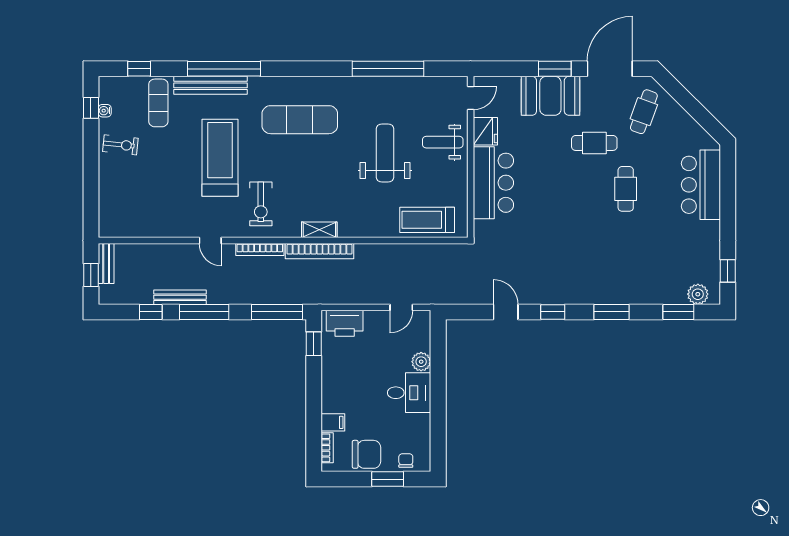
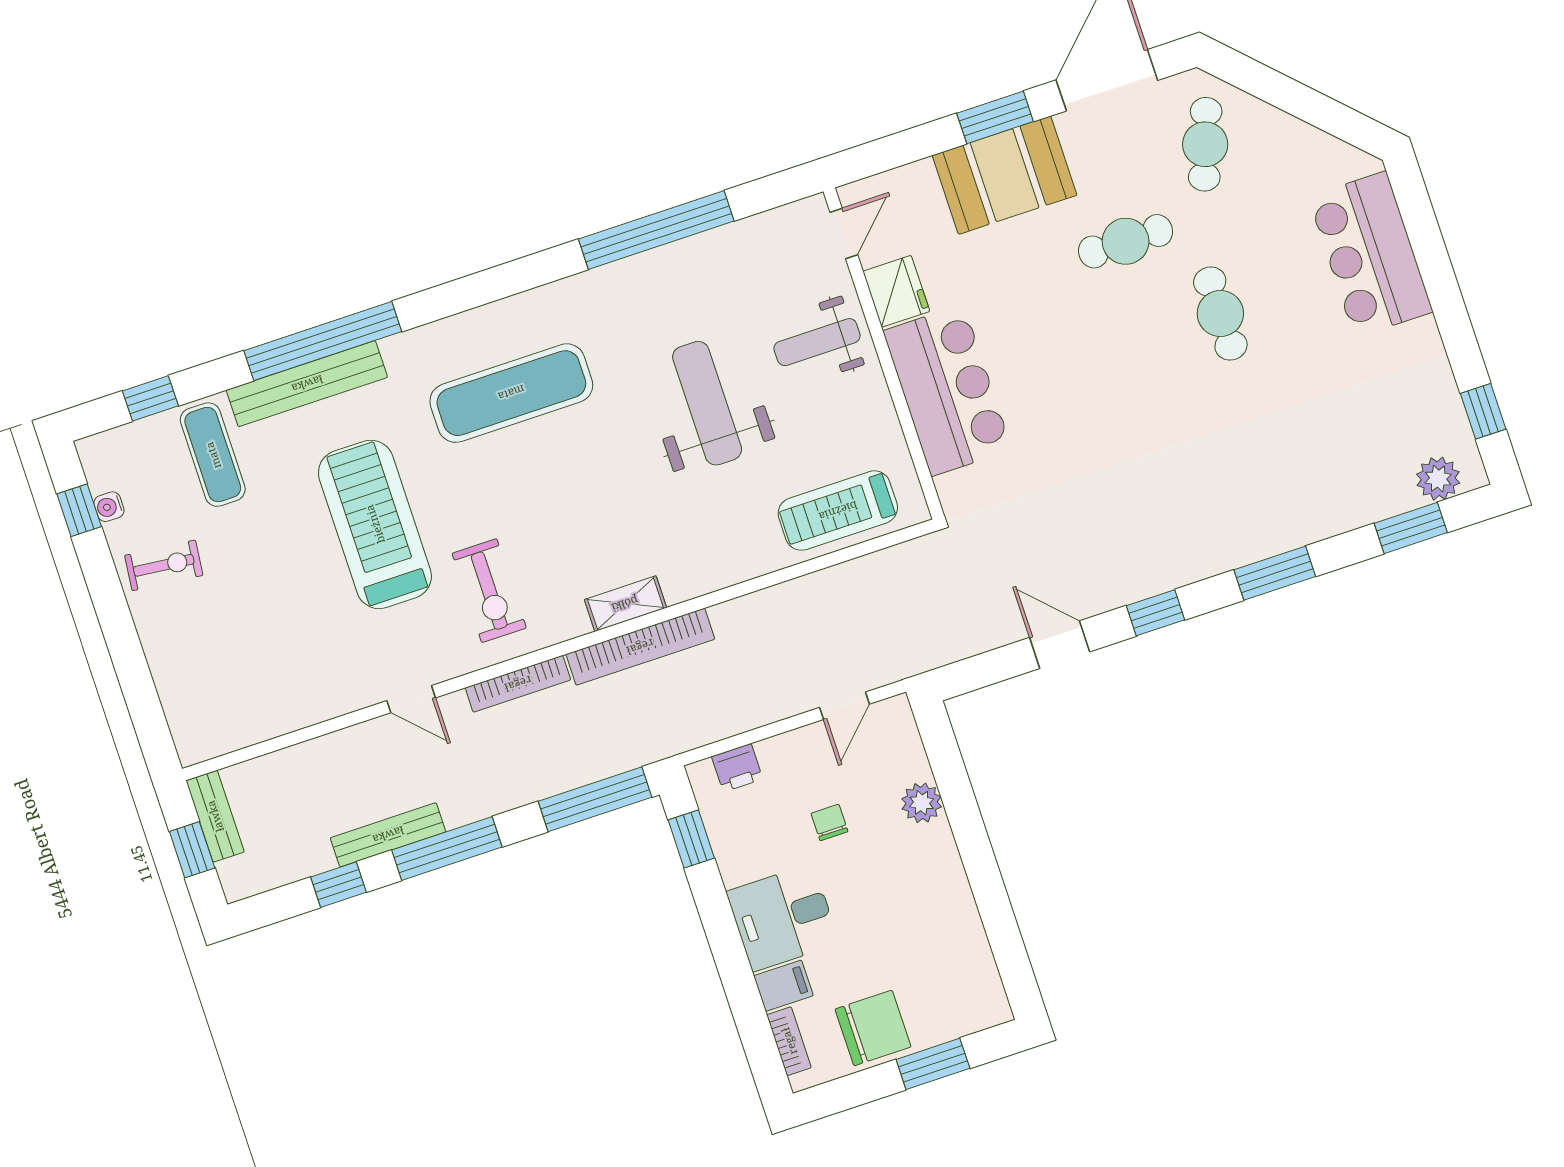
printer: (345, 323) -> (737, 768), width x0.53, depth x0.68
desk: (409, 393) -> (783, 917), moved, turned 180
chair: (406, 461) -> (829, 822), moved

